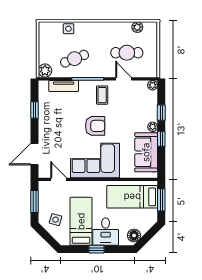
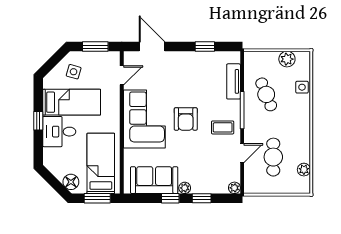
plant: (45, 71) -> (287, 59), moved
floor lamp: (134, 235) -> (71, 182), moved

